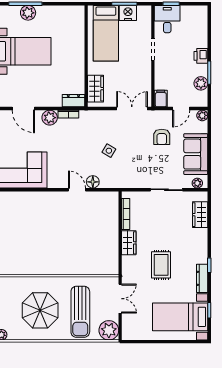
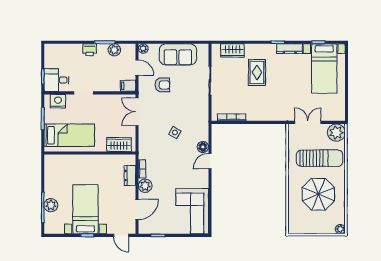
nightstand: (128, 13) -> (58, 101), moved, turned 90
dresser: (73, 101) -> (130, 175), moved
plant: (197, 183) -> (204, 53), removed
wardrobe: (129, 243) -> (258, 115), removed
rug: (161, 265) -> (257, 72), moved, turned 90

